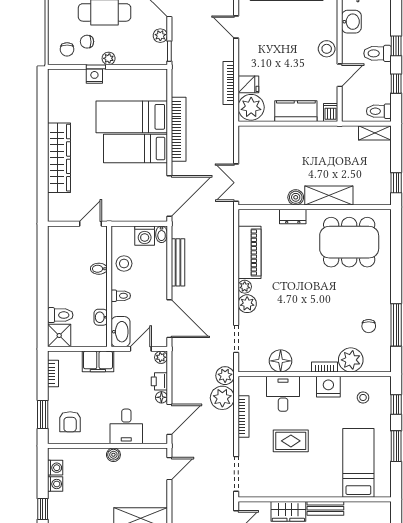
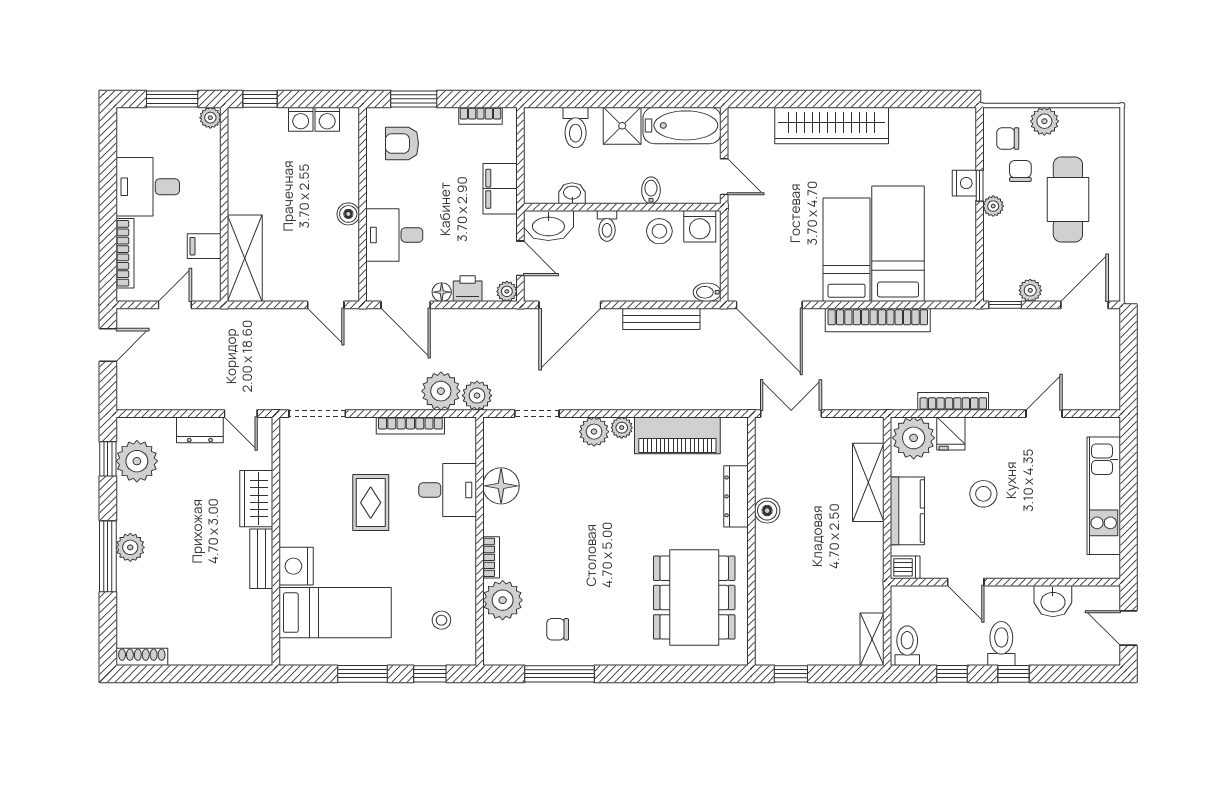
plant: (56, 27) -> (1044, 121), added
stool: (327, 49) -> (983, 494), moved
shelving: (329, 195) -> (868, 482), moved
dresser: (293, 216) -> (736, 496), width x1.44
washing machine: (145, 236) -> (700, 226), moved, turned -90
bathtub: (59, 250) -> (682, 125), added
shower: (59, 335) -> (622, 126), moved
nightstand: (328, 387) -> (296, 566), moved, turned 180

